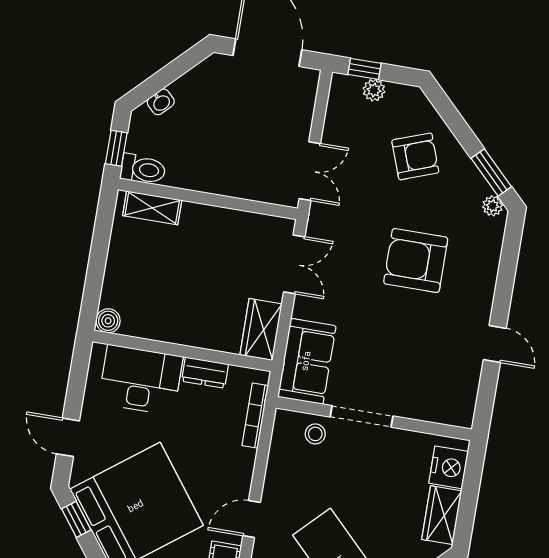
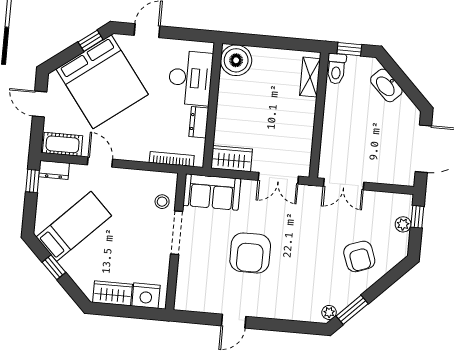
washbasin: (161, 102) -> (386, 85), width x1.91, depth x1.45
armchair: (416, 261) -> (250, 253), moved, turned 180
boiler: (108, 321) -> (236, 60), width x1.86, depth x1.86

